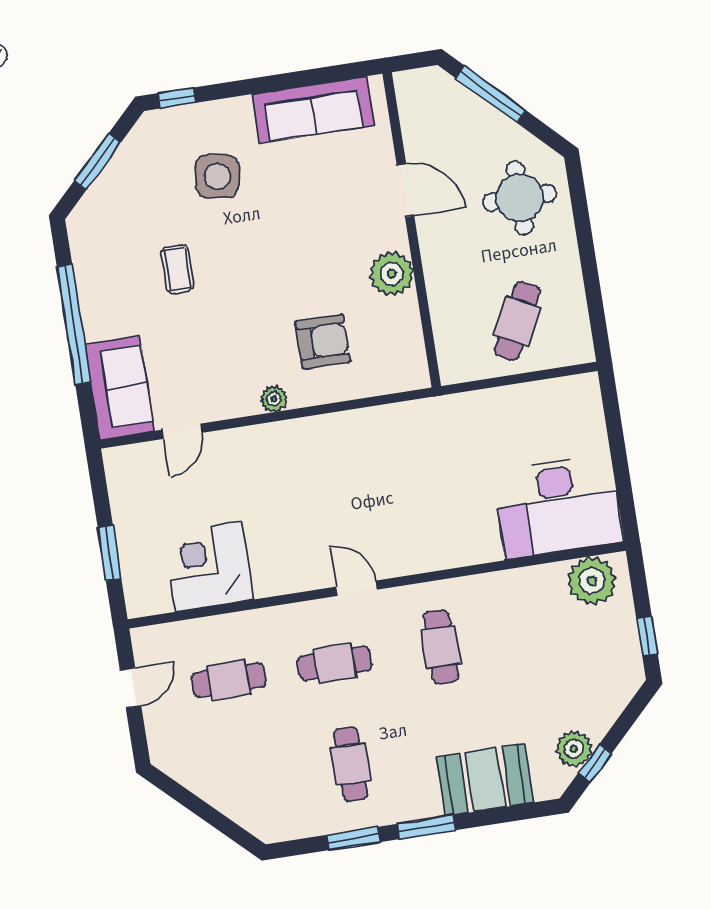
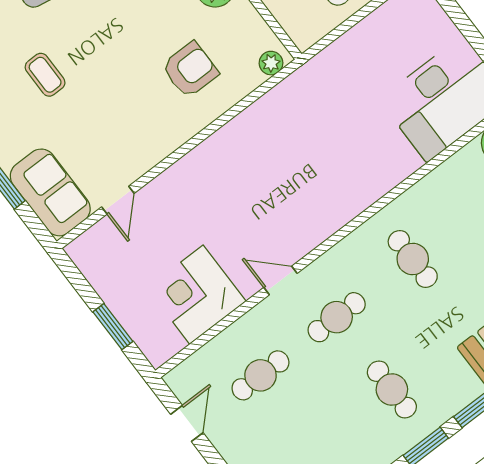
plant: (274, 399) -> (271, 63), moved
door: (357, 588) -> (280, 280), moved

